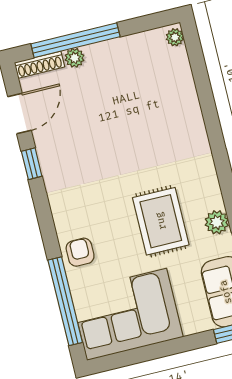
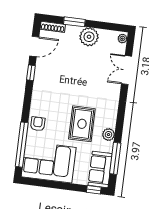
window: (75, 40) -> (74, 22), width x0.47
plant: (75, 58) -> (89, 37), moved, width x1.87, depth x1.87
double door: (205, 92) -> (127, 70), added

